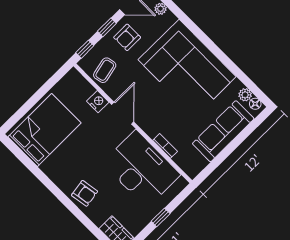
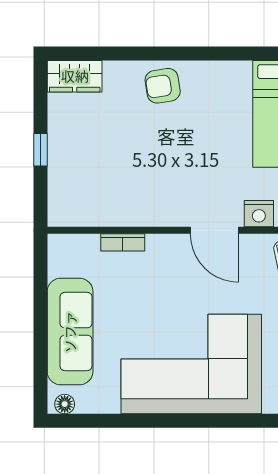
plant: (245, 95) -> (88, 403), removed
desk: (141, 169) -> (123, 185), removed

